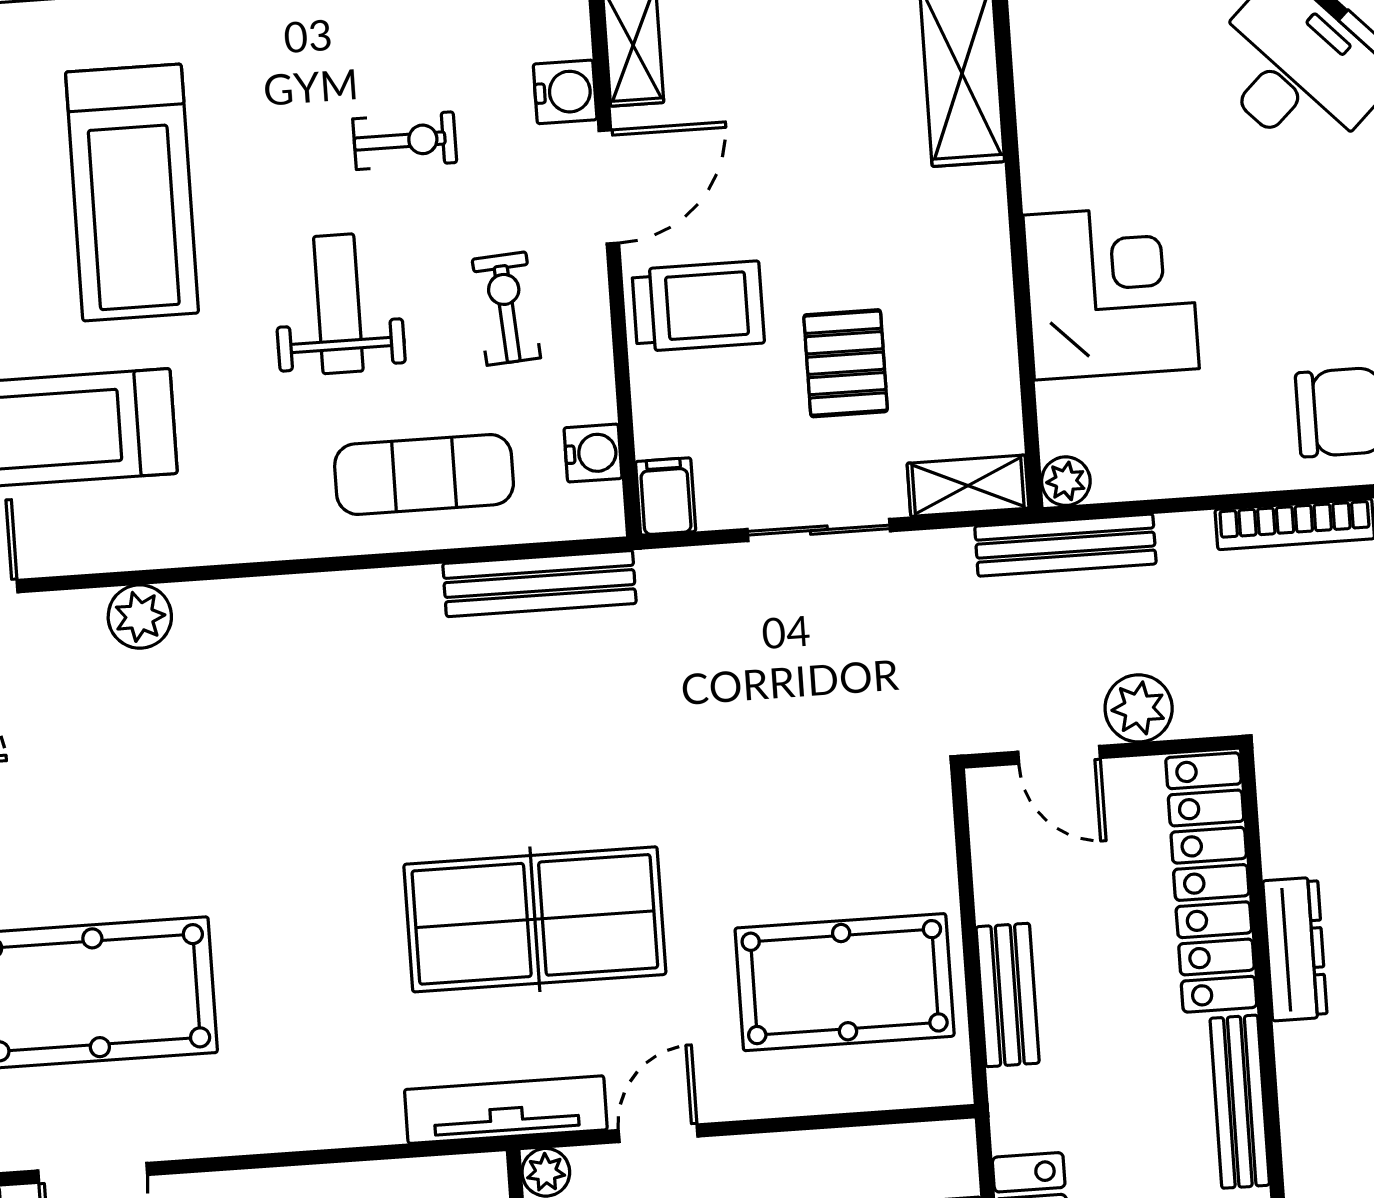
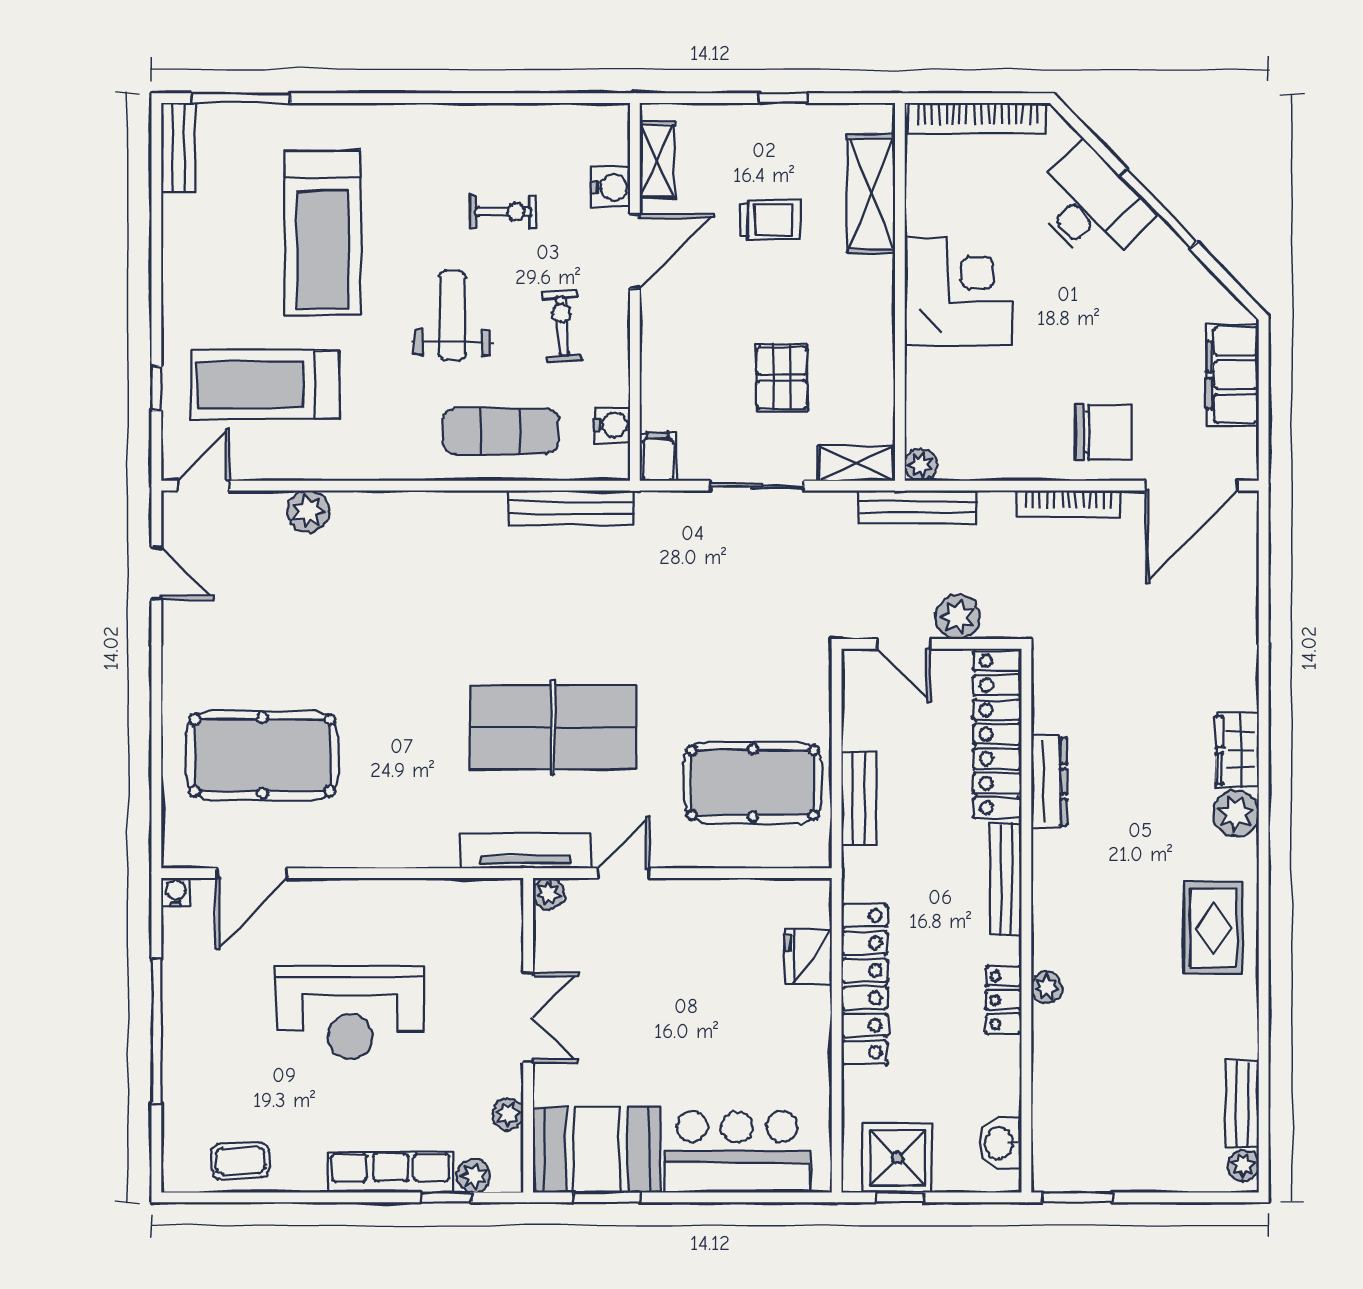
corner desk: (1111, 292) -> (959, 291), moved
trolley: (698, 306) -> (770, 220), moved, width x0.73, depth x0.72

